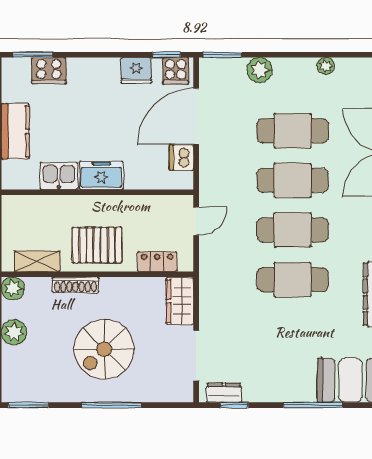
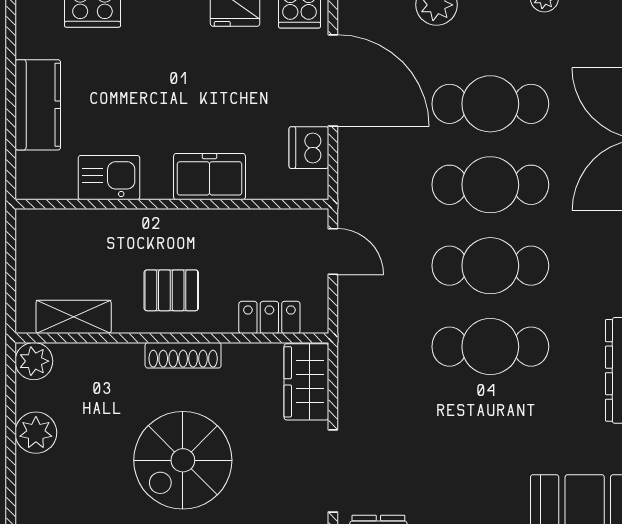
door: (196, 116) -> (333, 80), swing flipped
freezer: (101, 175) -> (209, 177), moved
door: (196, 221) -> (333, 252), hinge flipped
pallet: (97, 245) -> (171, 290), width x0.67, depth x0.71
shoe rack: (76, 285) -> (183, 355), moved

